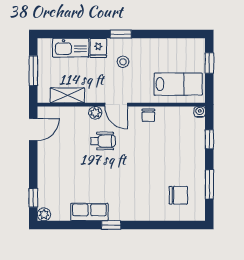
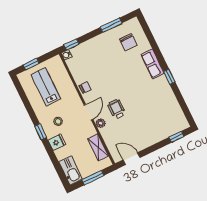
kitchen sink: (71, 48) -> (71, 170), moved
lab bench: (178, 84) -> (46, 87), moved
window: (209, 139) -> (71, 44), moved
chair: (178, 195) -> (128, 42), turned 180
row of seats: (89, 212) -> (153, 64), moved
plant: (44, 214) -> (184, 124), removed

